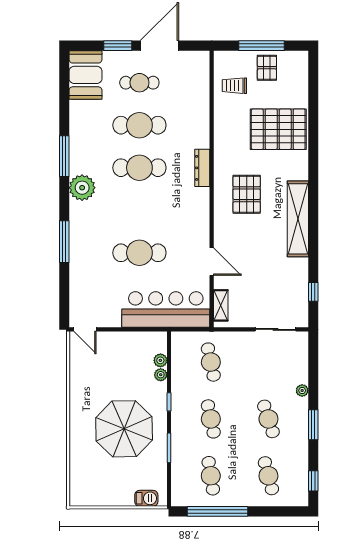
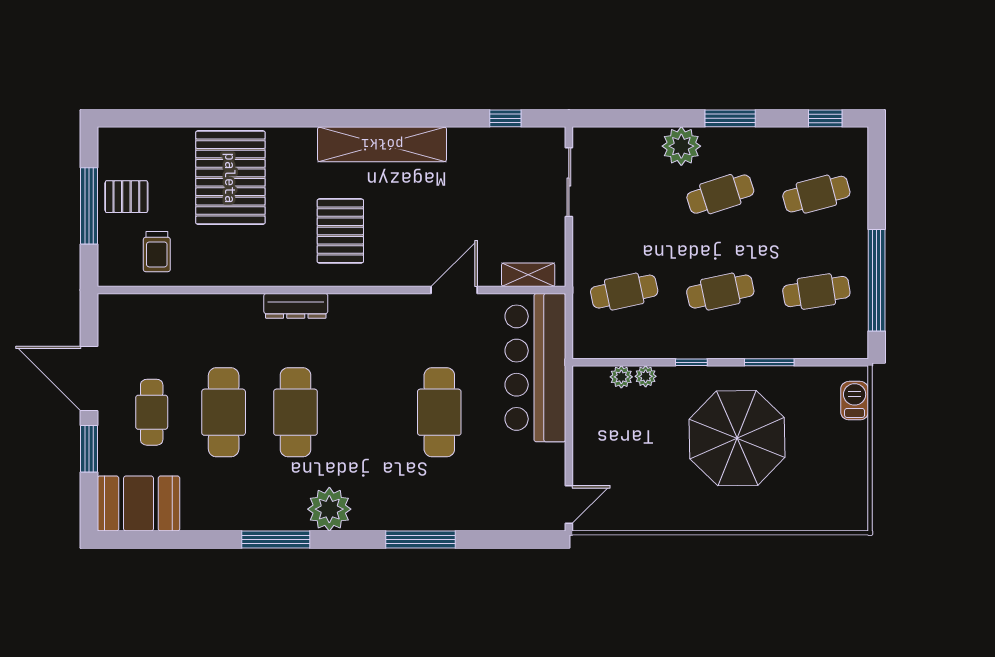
pallet: (247, 194) -> (340, 231), turned 90
plant: (302, 391) -> (681, 146), width x1.87, depth x1.87

